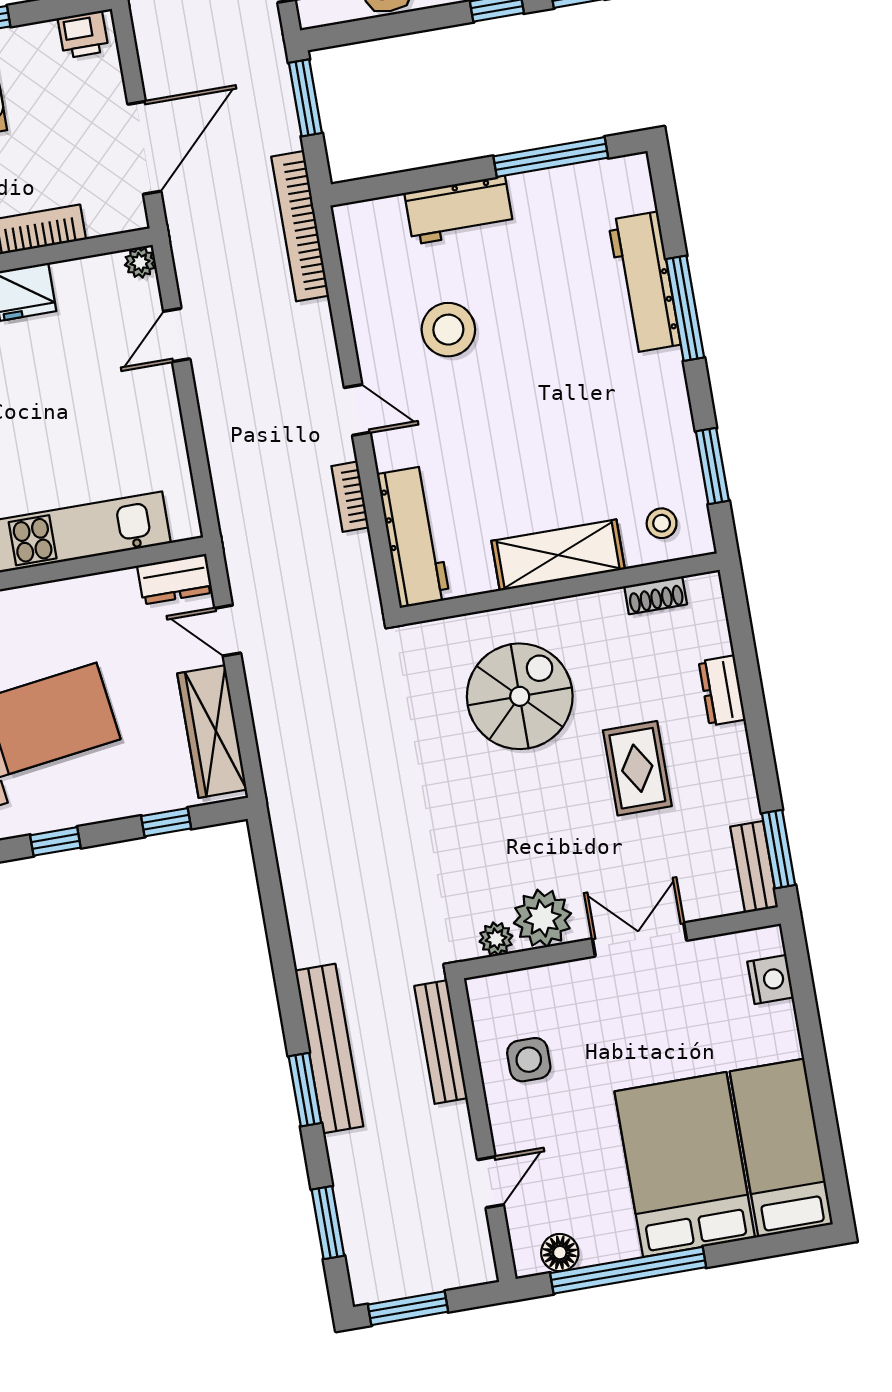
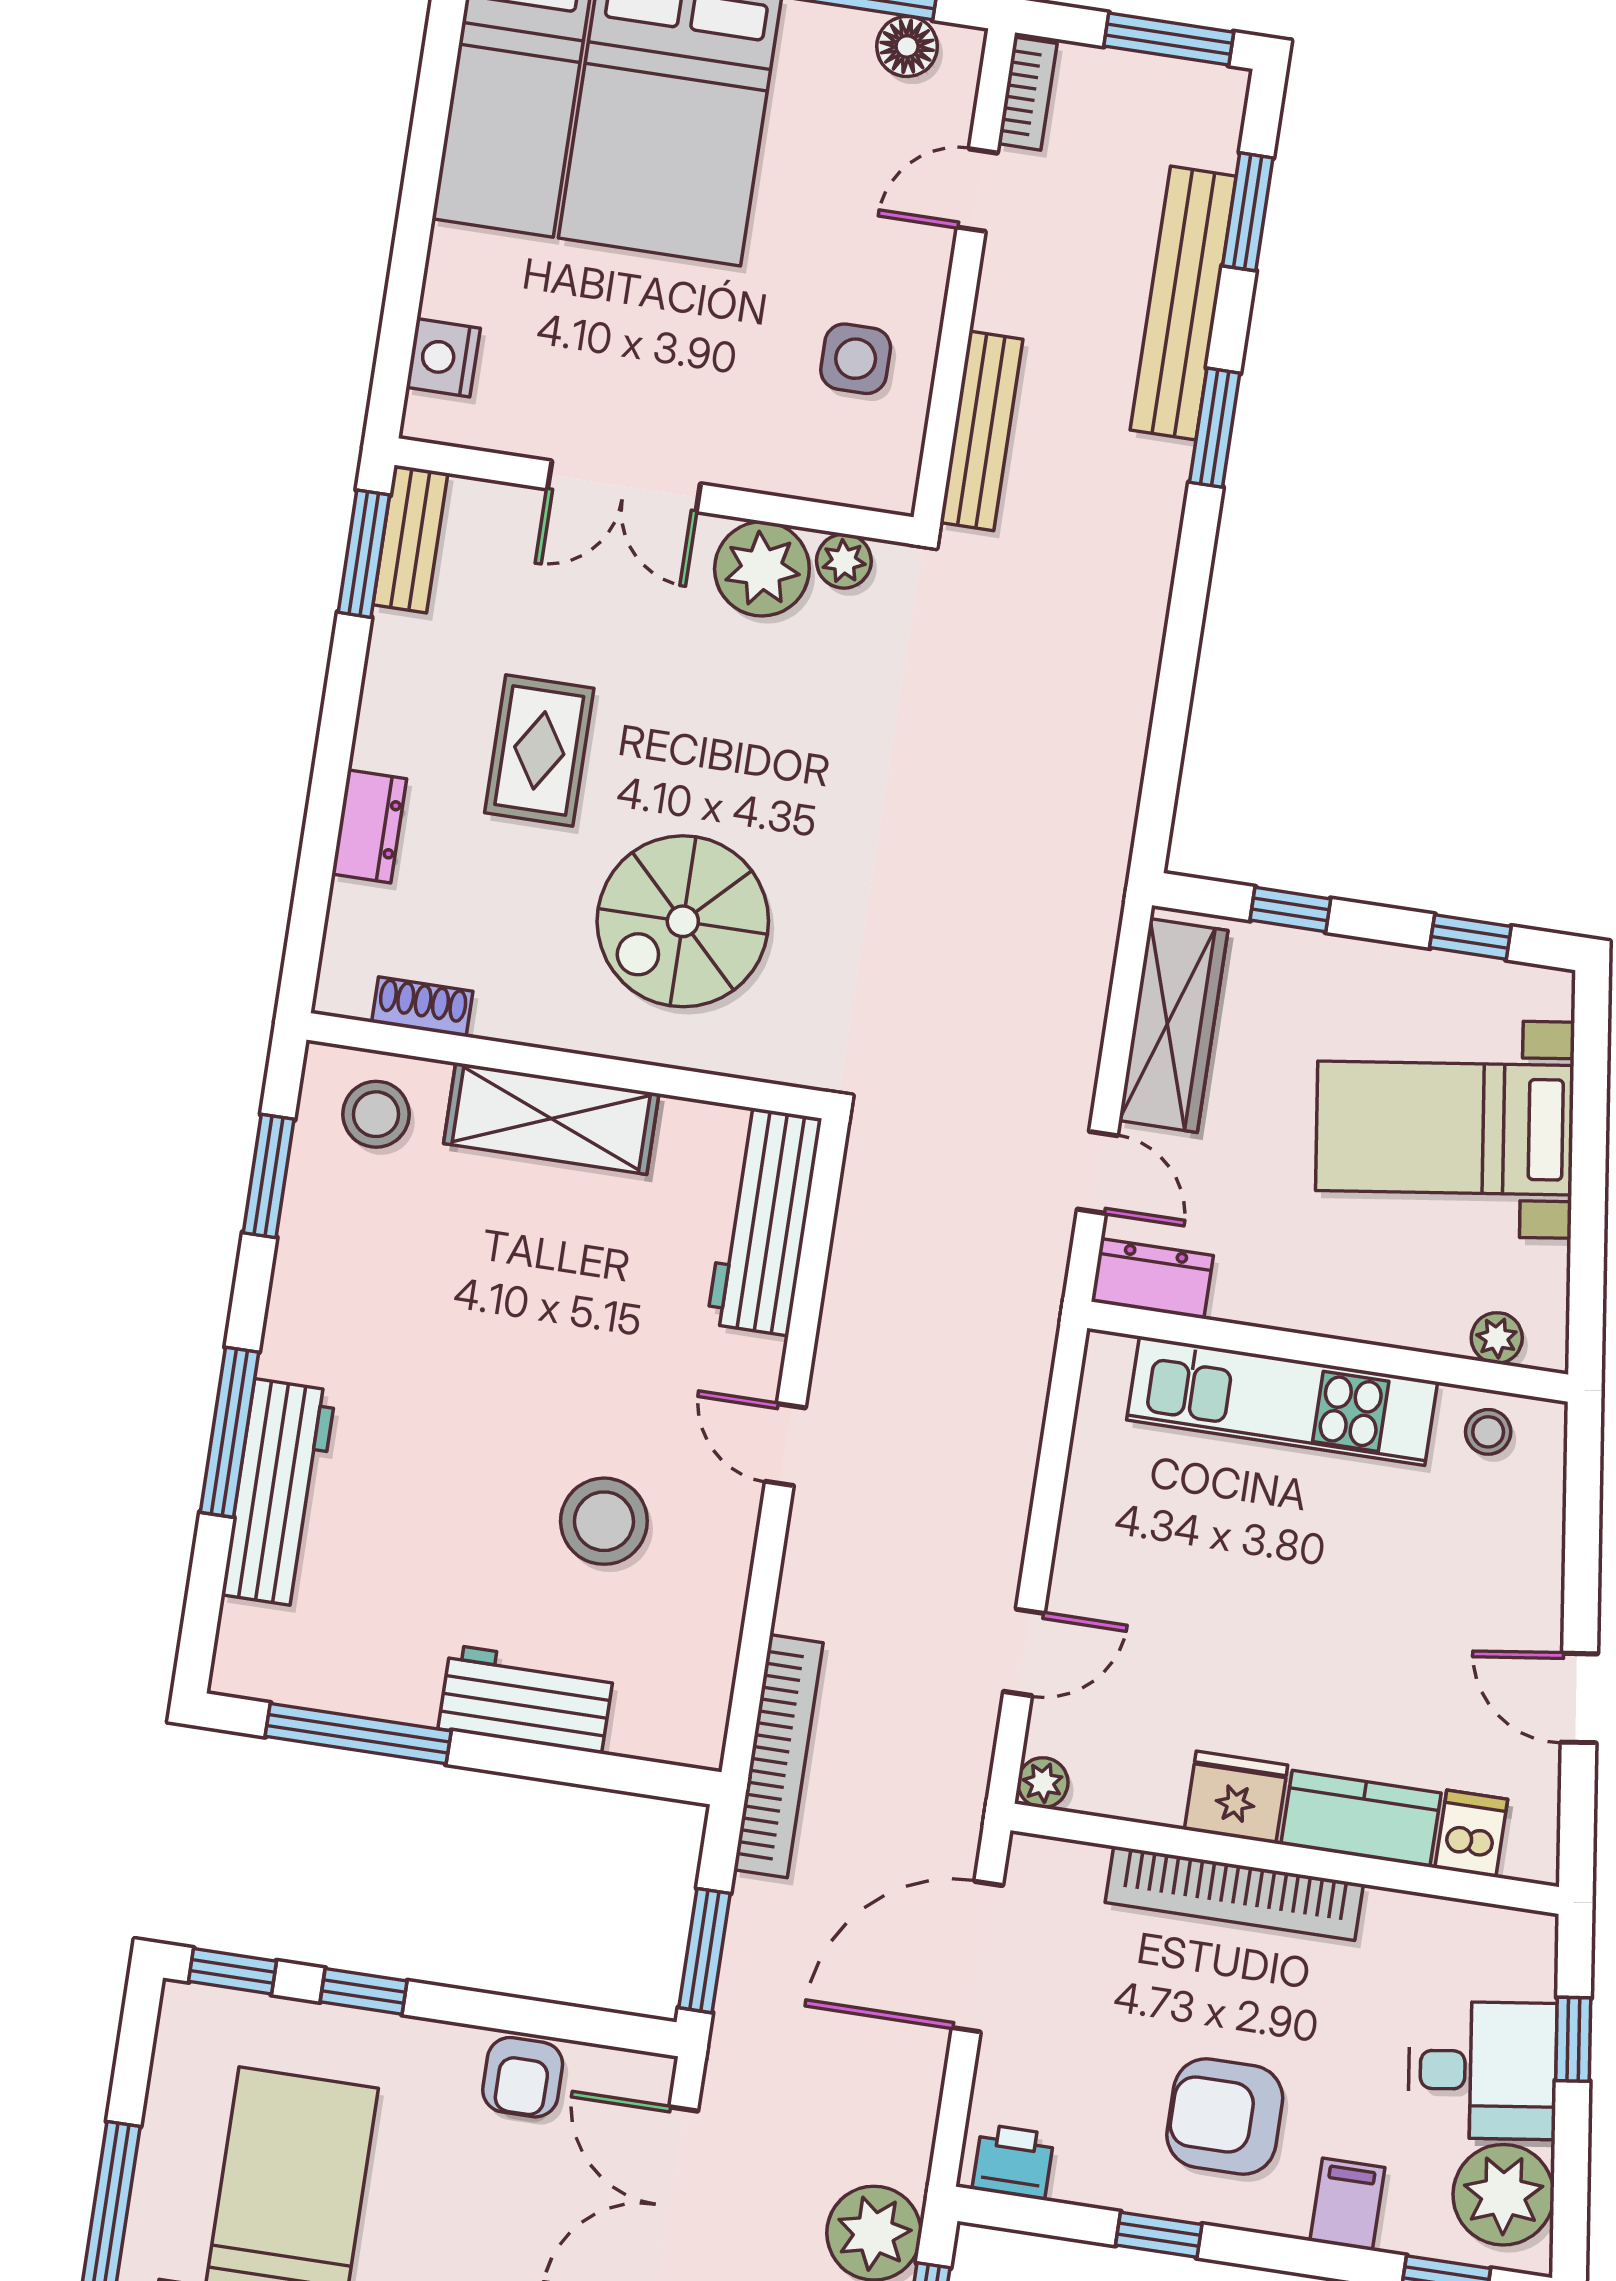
bookcase: (350, 497) -> (1027, 94), moved
stool: (662, 523) -> (376, 1114), width x1.37, depth x1.37
bench: (329, 1049) -> (1183, 303), moved

